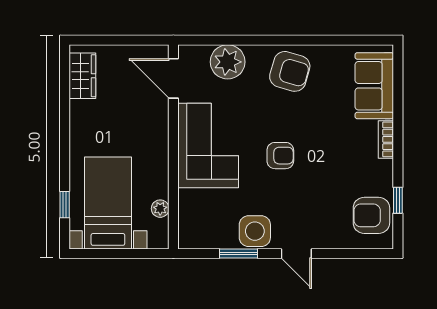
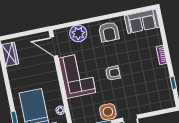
armchair: (290, 71) -> (109, 32), turned 74
sofa: (374, 86) -> (142, 21), moved, turned -90
armchair: (371, 215) -> (162, 93), removed

